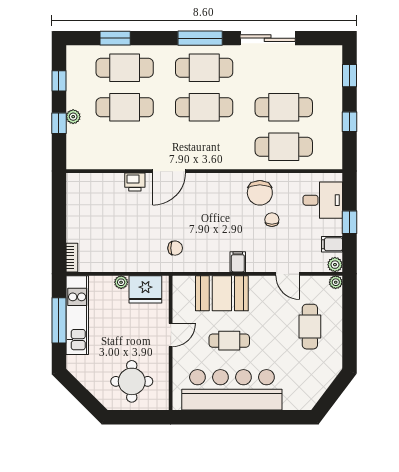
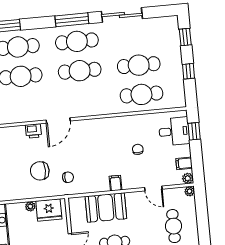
chair: (260, 193) -> (40, 171), moved, turned 90
window: (349, 222) -> (194, 131), moved

